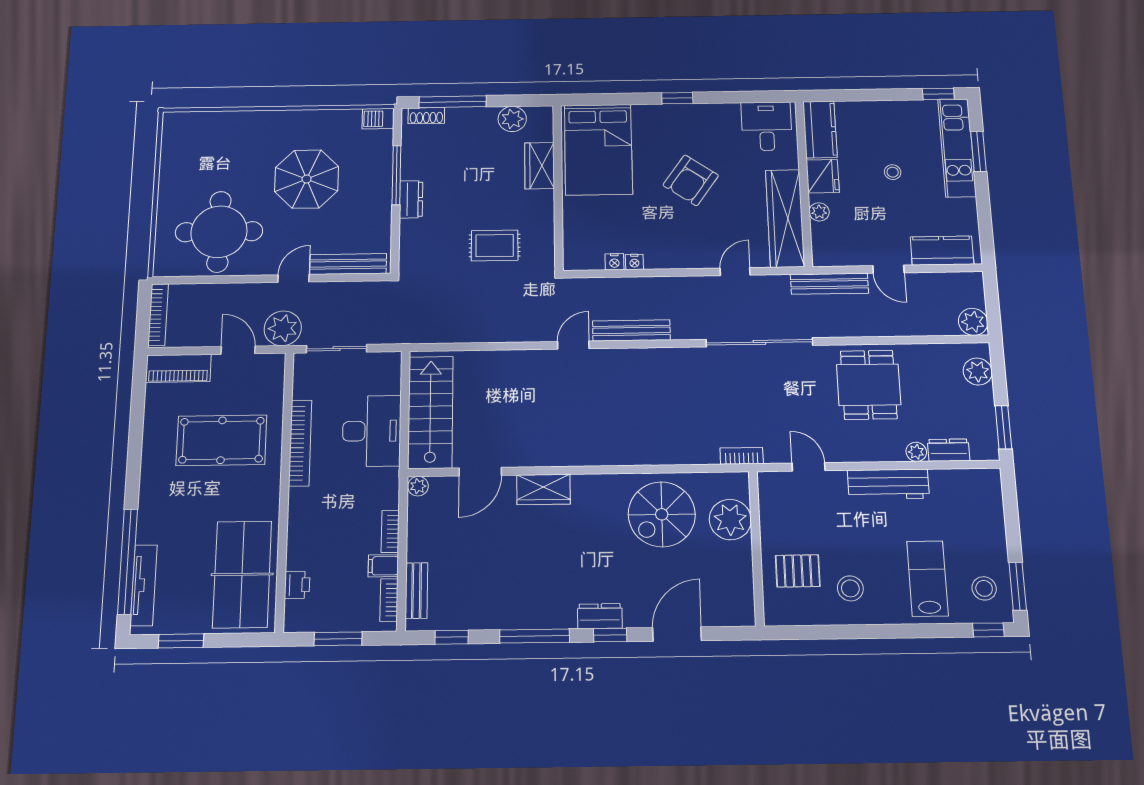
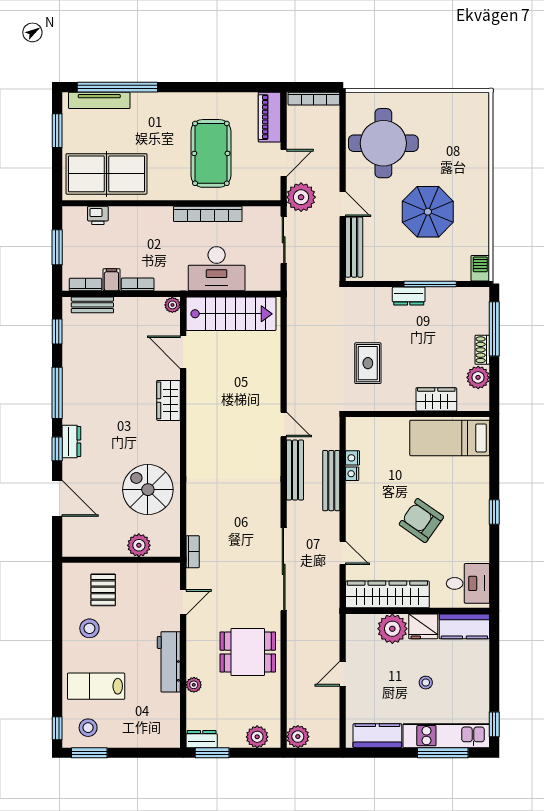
shoe rack: (426, 116) -> (482, 350), moved
bed: (598, 150) -> (450, 438), width x0.67
window: (979, 151) -> (443, 753), width x1.44
plant: (819, 212) -> (392, 629), width x1.88, depth x1.88
kitchen counter: (942, 251) -> (377, 736), moved, turned -90
bench: (829, 284) -> (331, 481), moved
dresser: (949, 450) -> (202, 739), moved, turned -90
plant: (730, 520) -> (139, 545), width x0.73, depth x0.73
lab bench: (927, 578) -> (96, 686), turned 180

